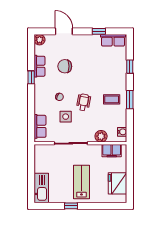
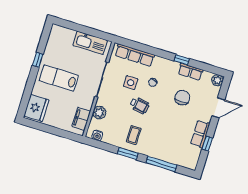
row of seats: (113, 40) -> (200, 134), moved
window: (130, 67) -> (161, 164), width x2.17
row of seats: (40, 126) -> (135, 55), width x1.48
lab bench: (81, 182) -> (59, 78), turned 180
fridge: (118, 183) -> (36, 108), moved, turned 90
kitchen sink: (41, 188) -> (90, 43), moved

